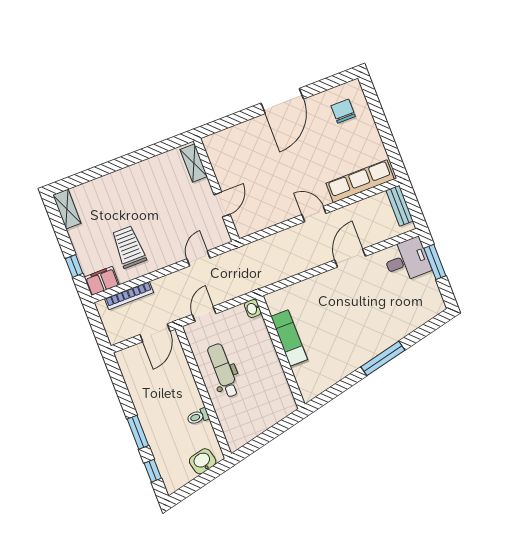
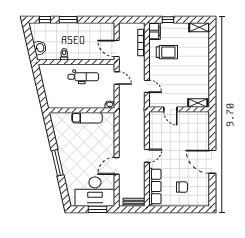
chair: (343, 111) -> (182, 187), moved
door: (350, 258) -> (117, 166), swing flipped
desk: (407, 260) -> (95, 192), width x1.87, depth x1.30

